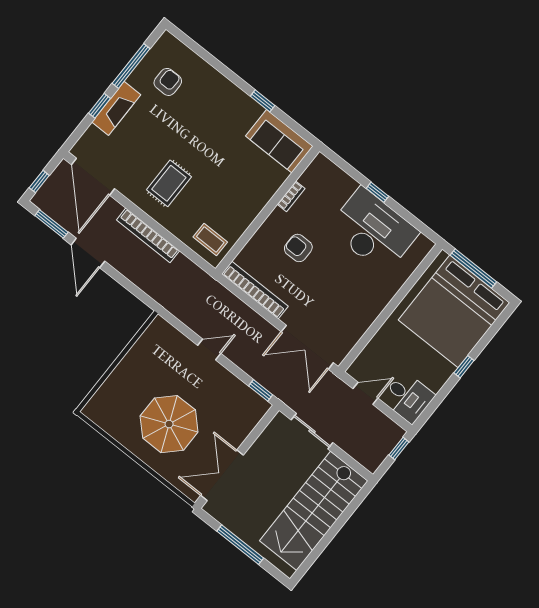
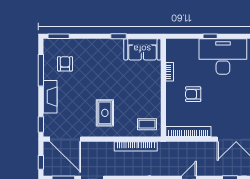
window: (187, 41) -> (59, 36), added
window: (100, 106) -> (41, 125), moved
bookcase: (148, 235) -> (136, 146), moved

